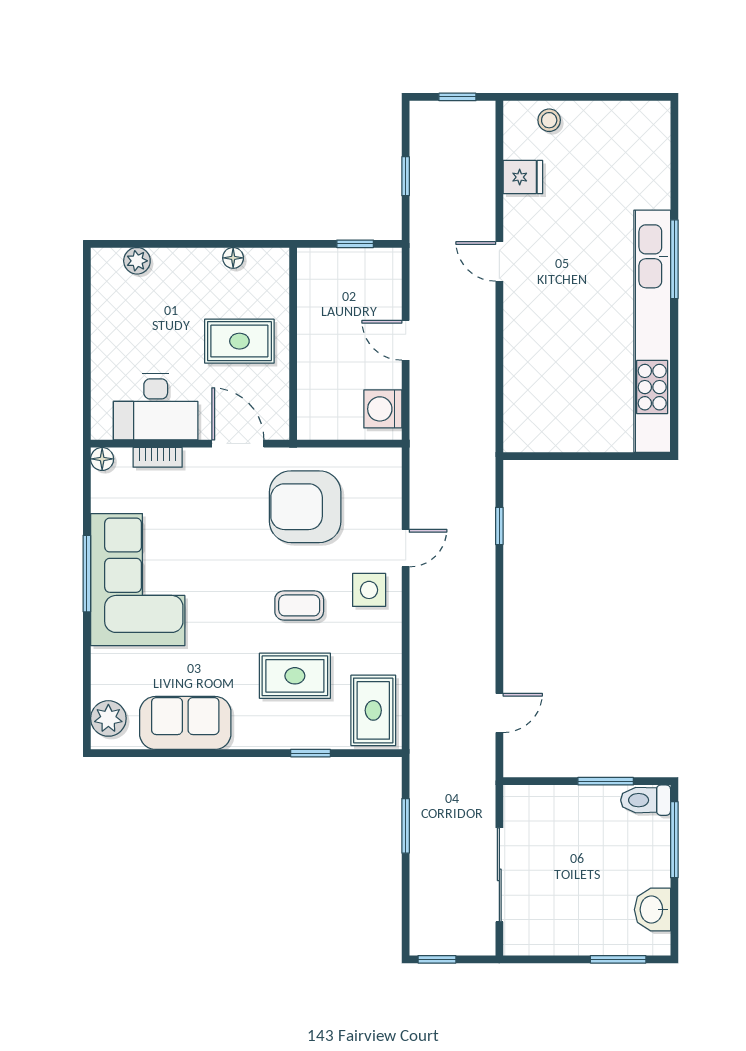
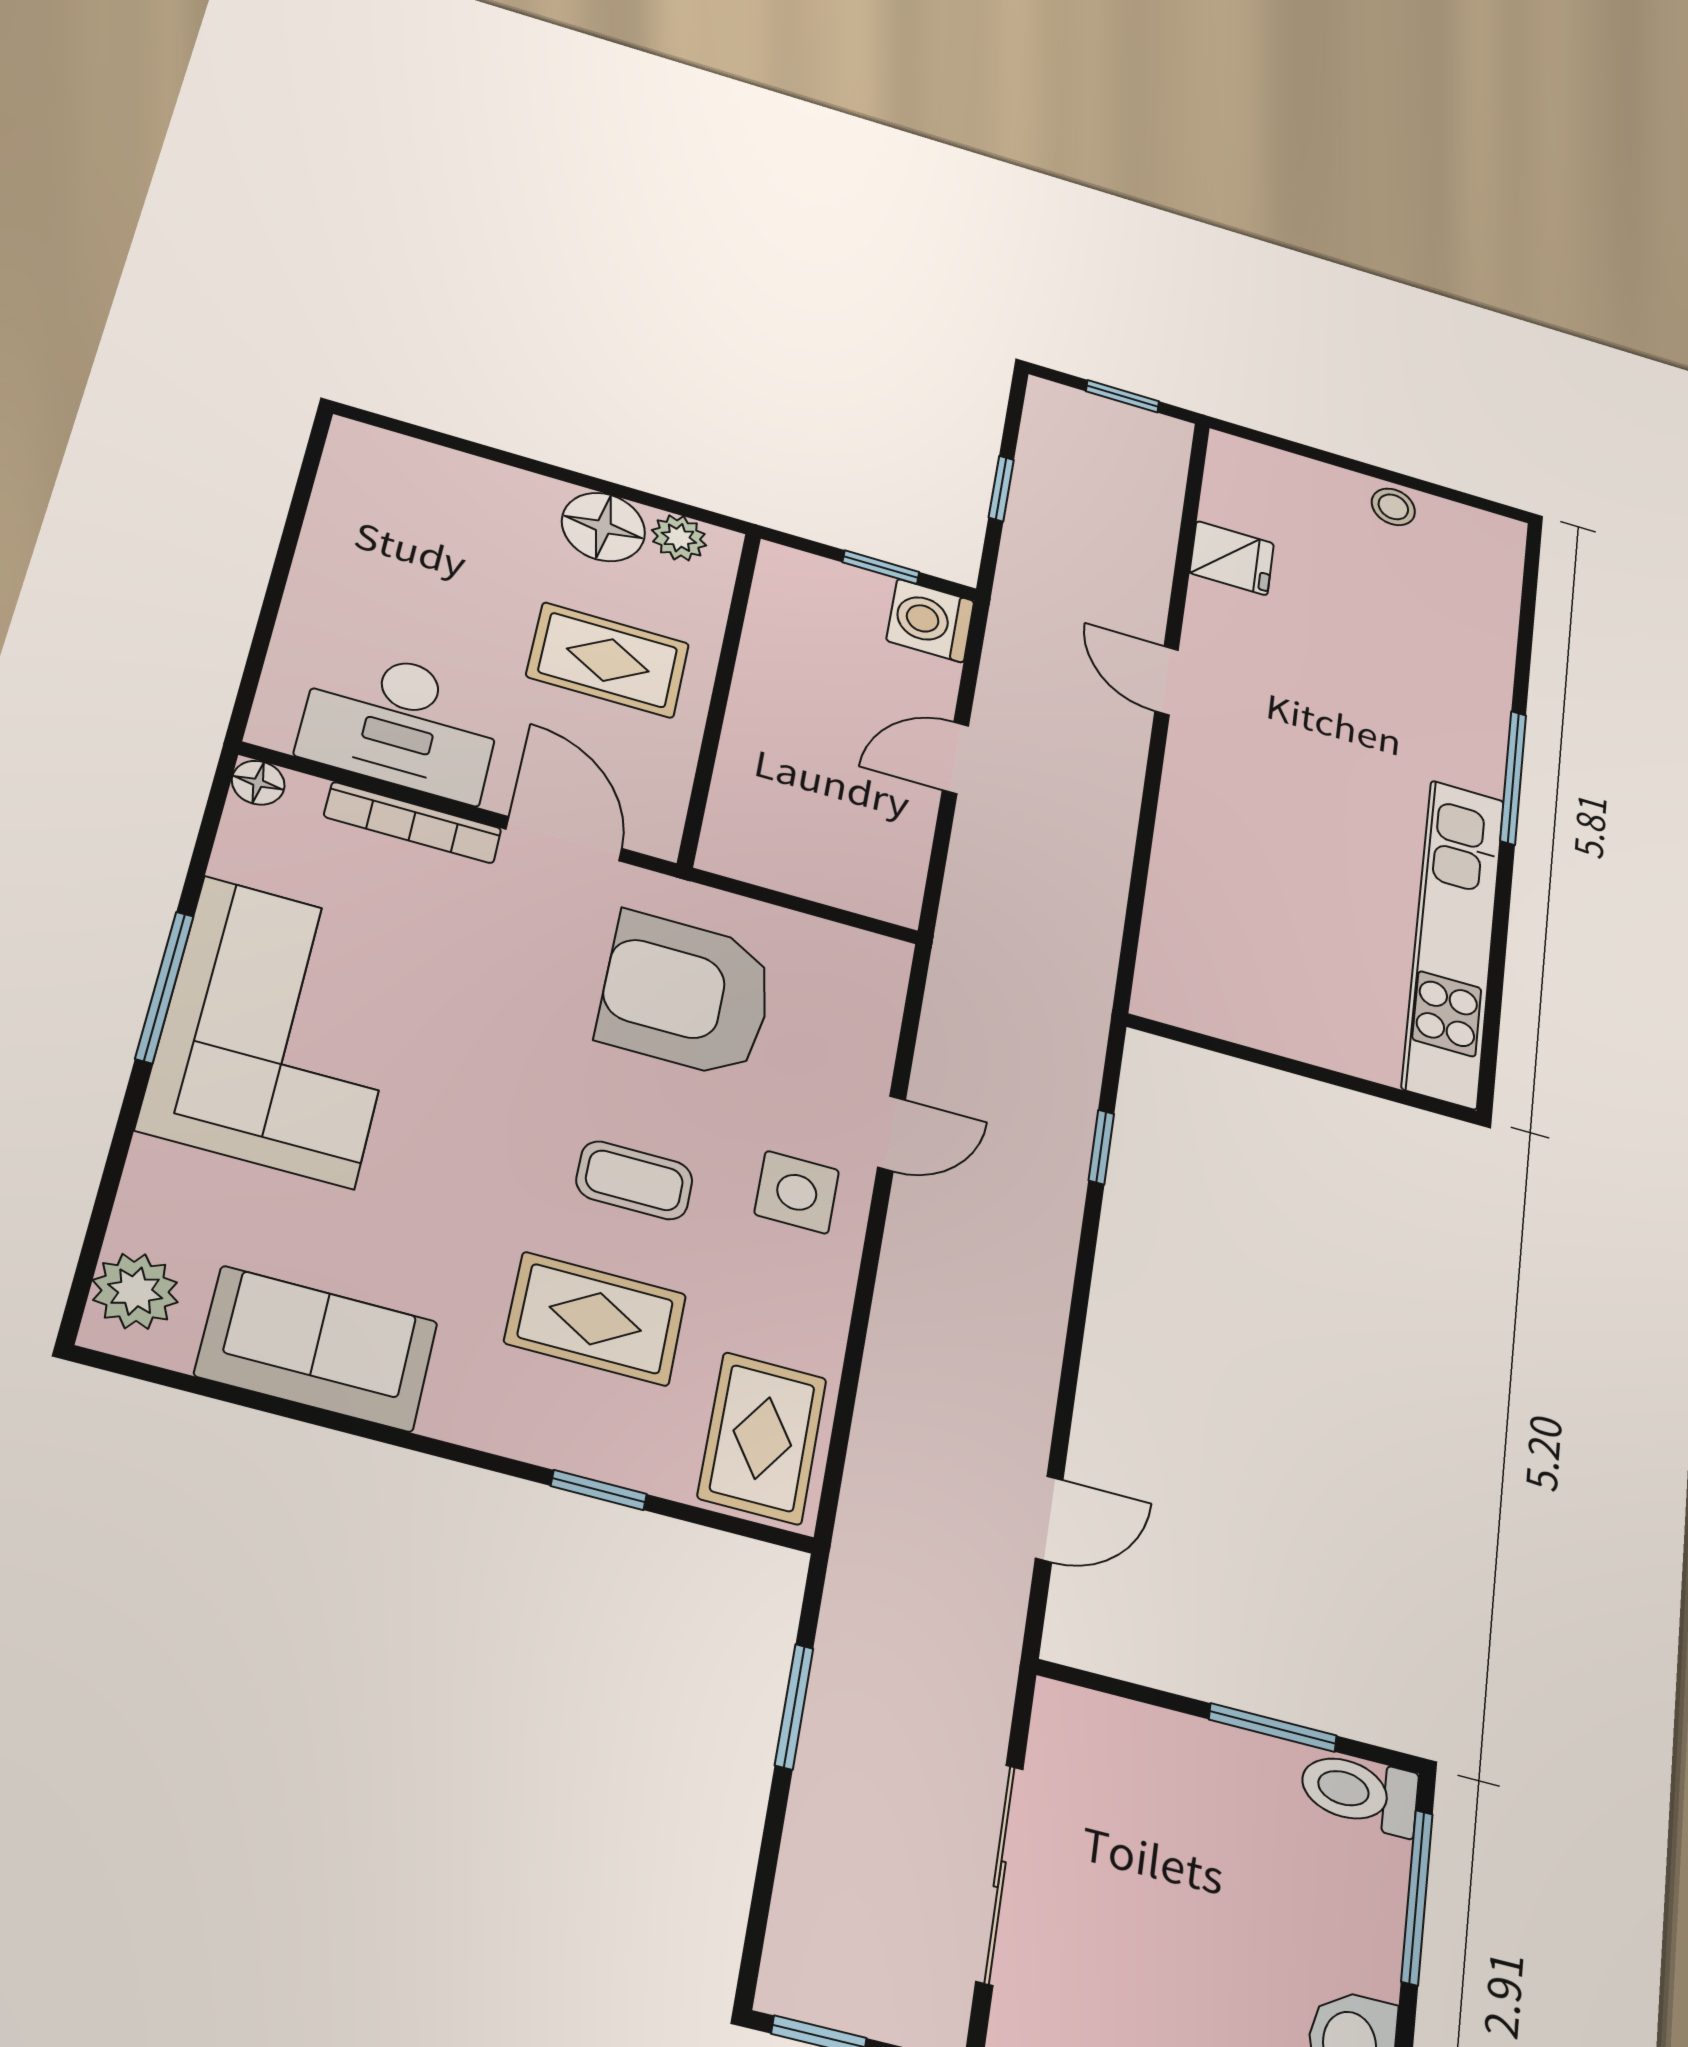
stool: (549, 120) -> (1393, 507), moved
floor lamp: (233, 258) -> (603, 527), width x1.89, depth x1.89
plant: (137, 261) -> (679, 538), moved
kitchen unit: (652, 331) -> (1453, 942), width x0.73
door: (406, 340) -> (955, 758), hinge flipped
washing machine: (383, 409) -> (930, 621), moved
bookcase: (158, 457) -> (413, 823), width x1.56

